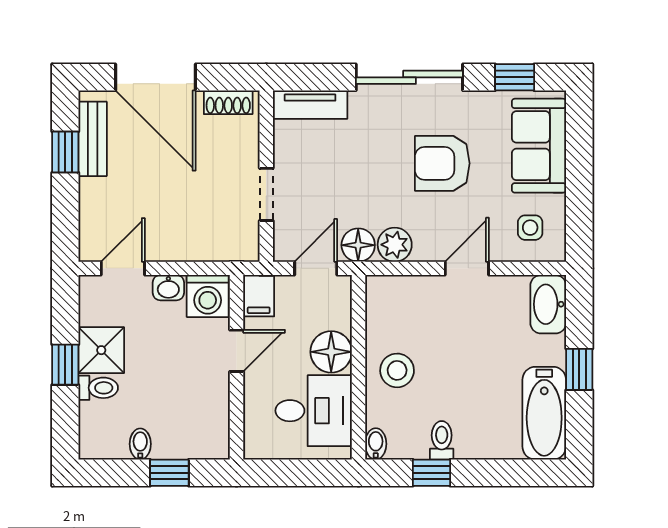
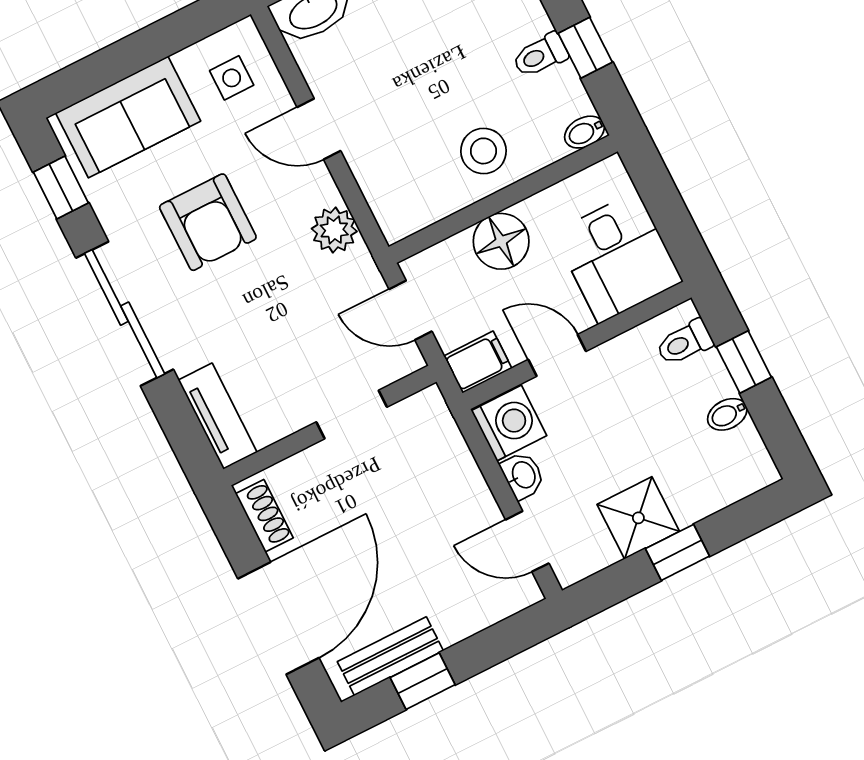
floor lamp: (358, 245) -> (357, 273), removed
toilet: (98, 388) -> (685, 343), moved, turned -90
desk: (314, 411) -> (618, 257), moved, turned 180

